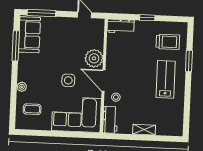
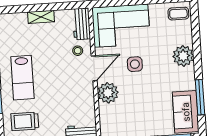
door: (104, 81) -> (94, 68), hinge flipped
plant: (22, 87) -> (183, 56), width x1.88, depth x1.88
coffee table: (32, 109) -> (178, 14), moved

